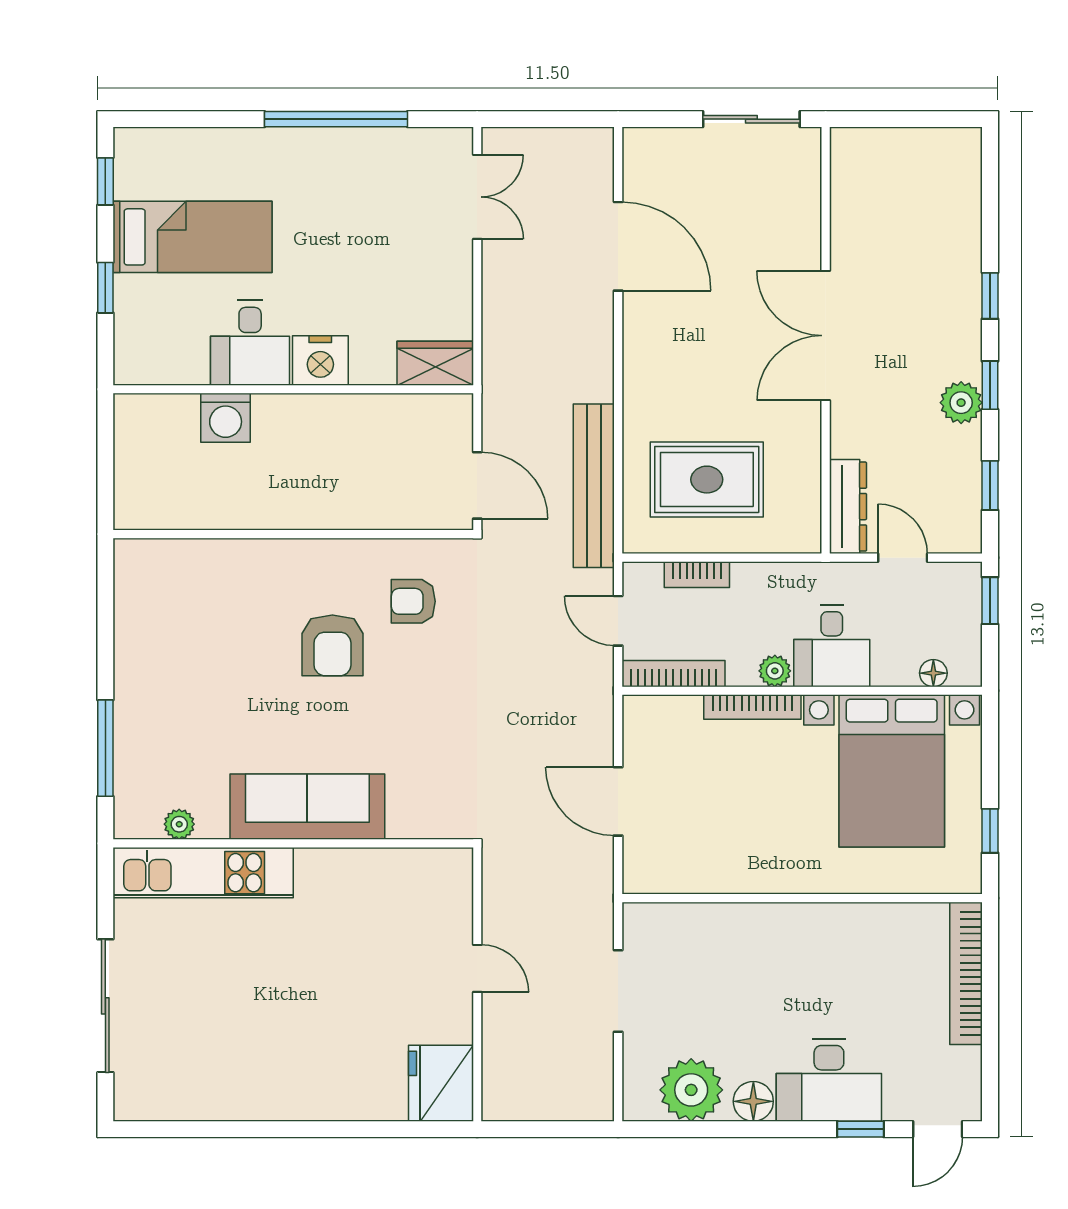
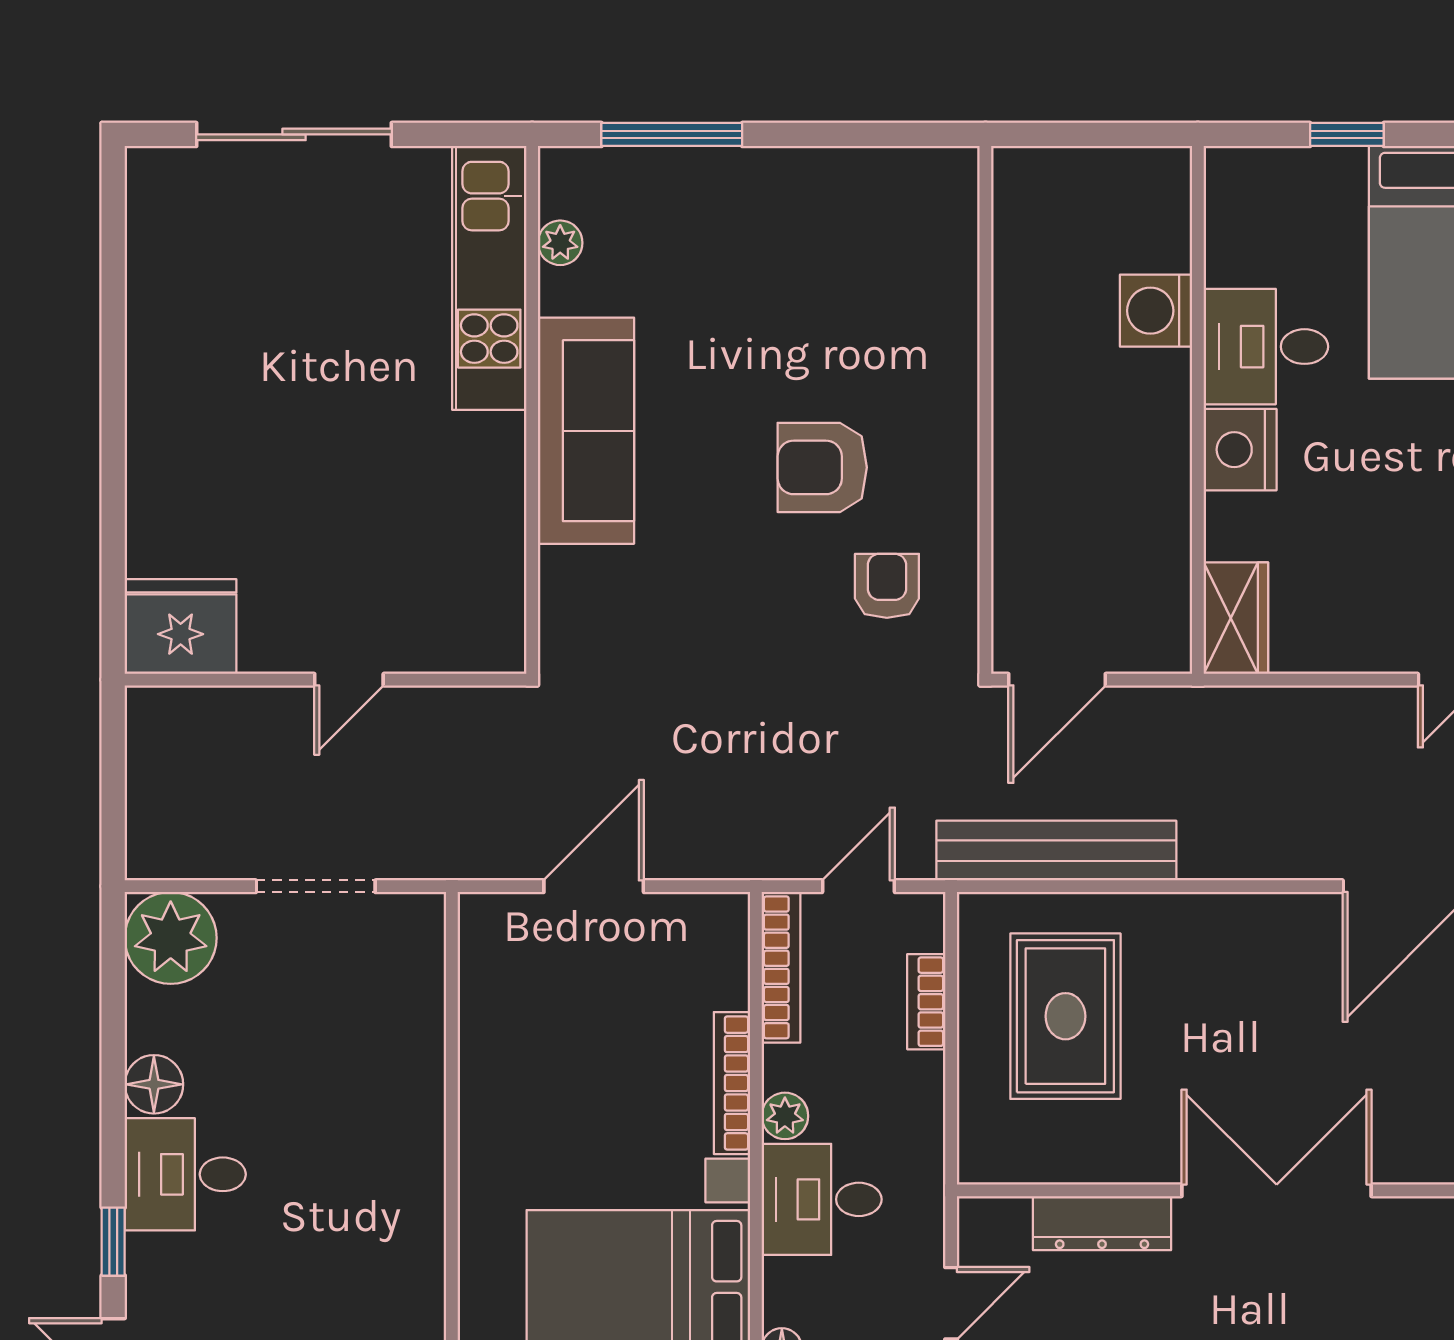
dresser: (848, 507) -> (1102, 1223), moved
desk: (829, 1080) -> (185, 1174), width x0.73
plant: (691, 1090) -> (171, 938), moved

